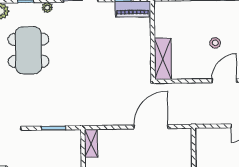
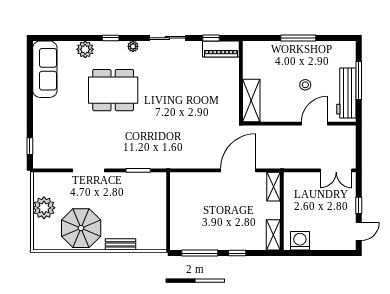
dining table: (28, 50) -> (113, 90), turned 90
shelving: (91, 143) -> (273, 187), moved

